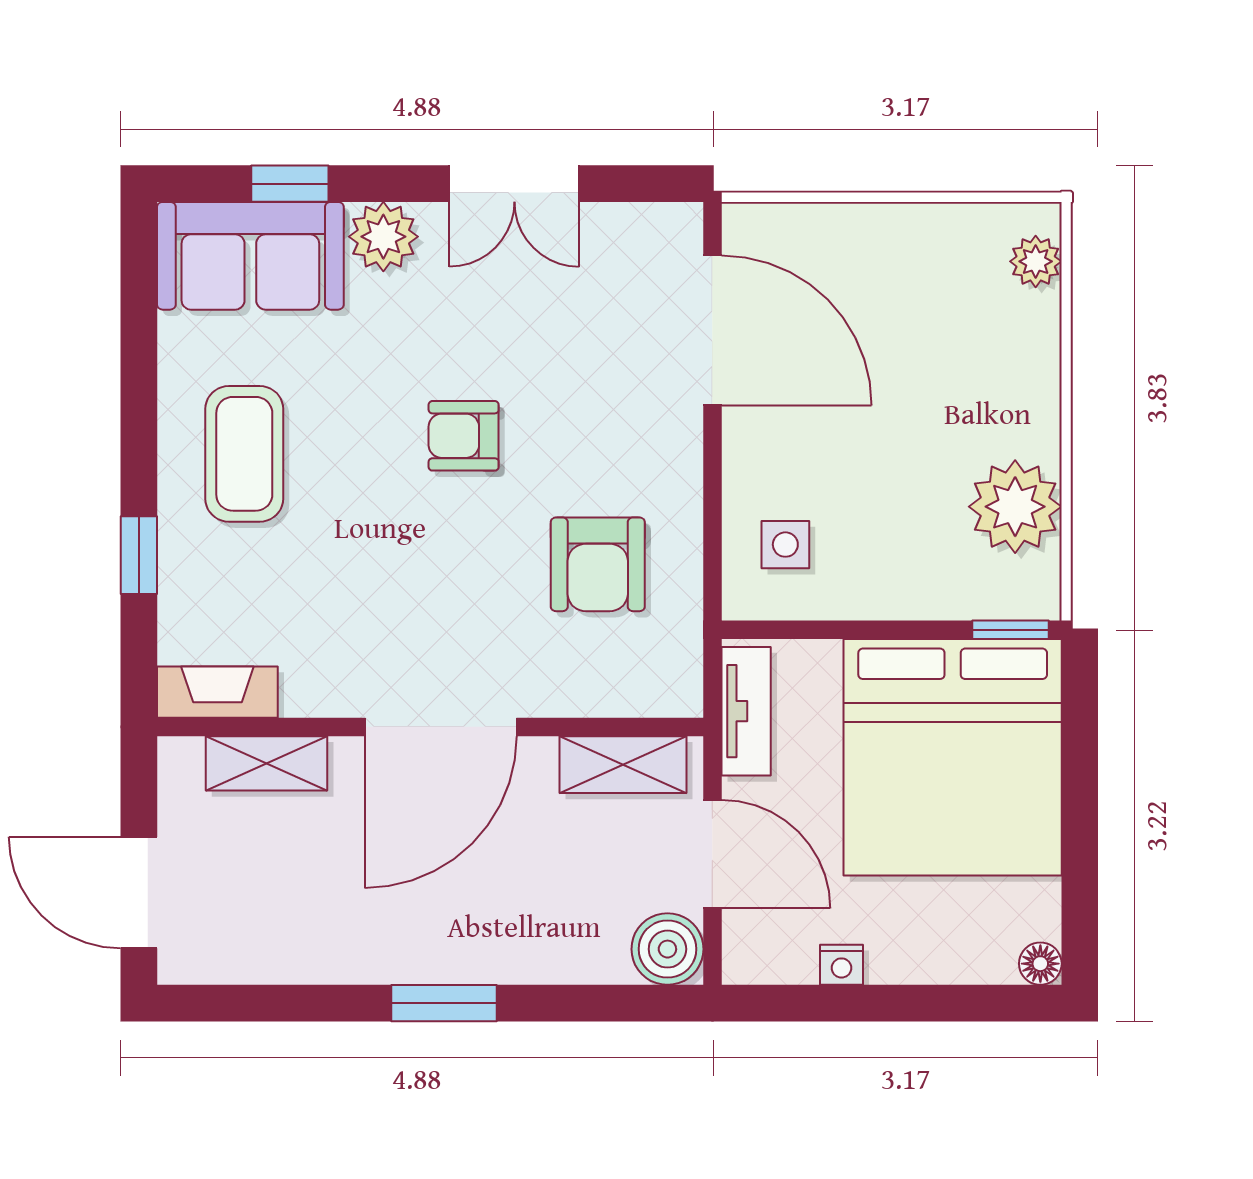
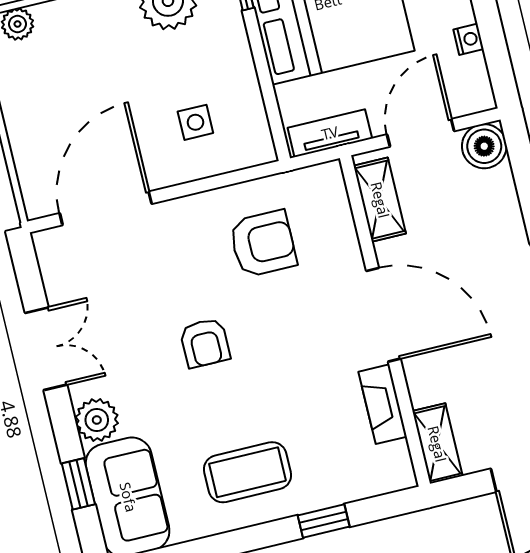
side table: (785, 545) -> (195, 122), moved
fireplace: (217, 692) -> (383, 404), moved
shelving: (266, 763) -> (437, 444), moved

